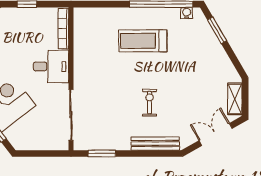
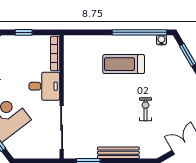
exercise bike: (150, 103) -> (146, 109), moved
bench: (155, 144) -> (118, 153), moved

